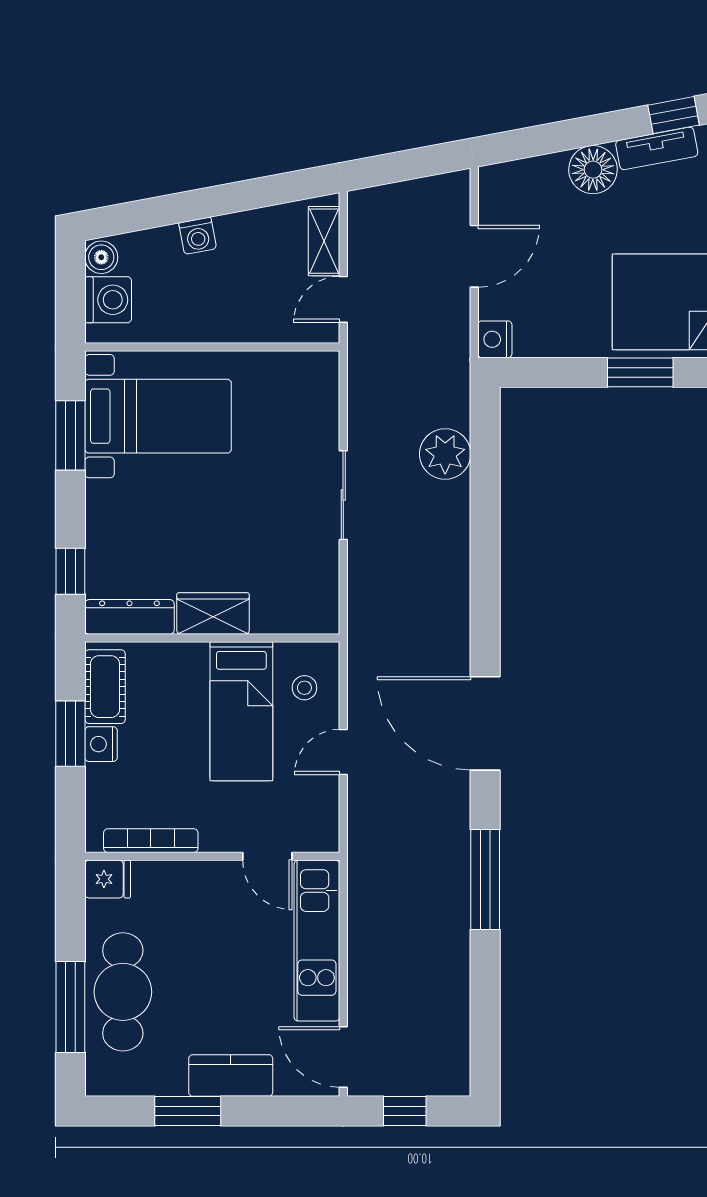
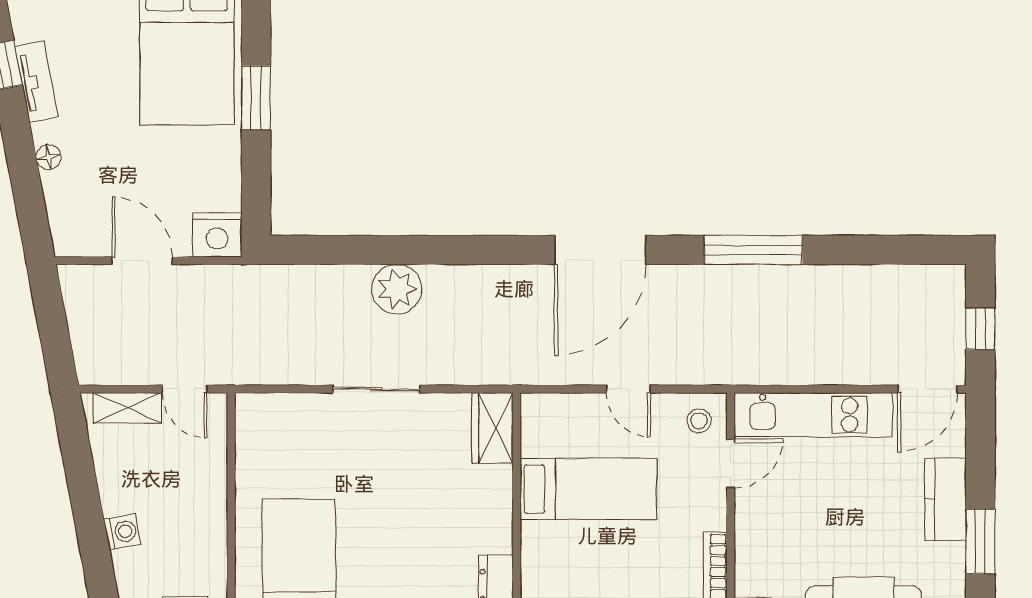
floor lamp: (593, 170) -> (48, 157), width x0.53, depth x0.53
nightstand: (495, 339) -> (217, 235), width x1.36, depth x1.33
plant: (445, 454) -> (397, 289), moved
wardrobe: (213, 613) -> (492, 428), moved
stool: (304, 688) -> (699, 421), moved

